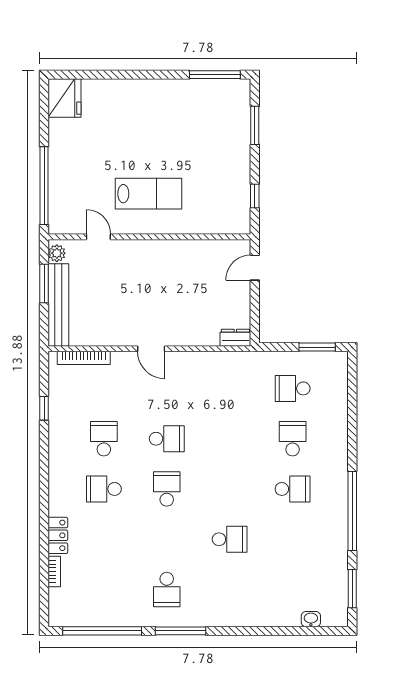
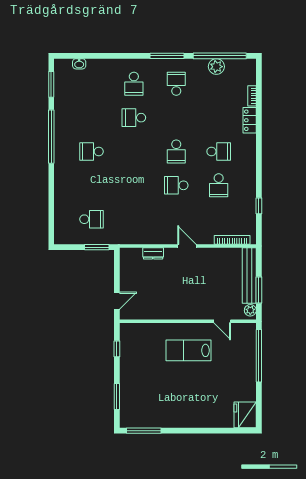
dresser: (235, 338) -> (153, 253), moved
window: (317, 347) -> (97, 247), moved
school desk: (293, 439) -> (134, 84), moved
plant: (107, 615) -> (216, 67), added

